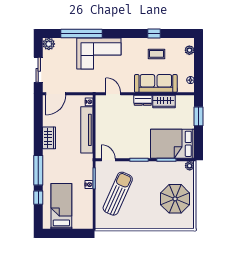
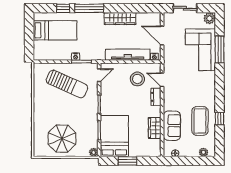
window: (81, 33) -> (219, 49), width x0.68
corner sofa: (99, 54) -> (200, 50), moved
coffee table: (157, 54) -> (200, 121), width x1.86, depth x1.72
sofa: (156, 83) -> (172, 126), width x0.73
door: (56, 94) -> (162, 35), moved
door: (113, 94) -> (162, 80), swing flipped
dresser: (143, 100) -> (156, 97), moved
window: (199, 116) -> (127, 161), moved
stool: (112, 120) -> (137, 79), added
wardrobe: (49, 138) -> (120, 19), width x1.50

